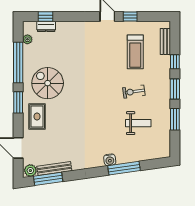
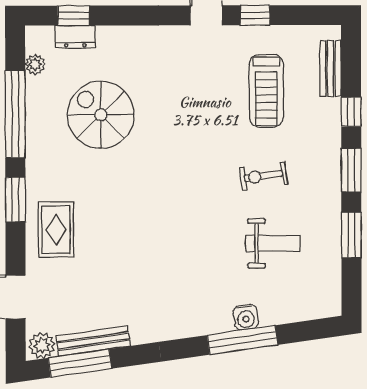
spiral stairs: (48, 83) -> (101, 115), moved
water cooler: (110, 160) -> (246, 317), moved

